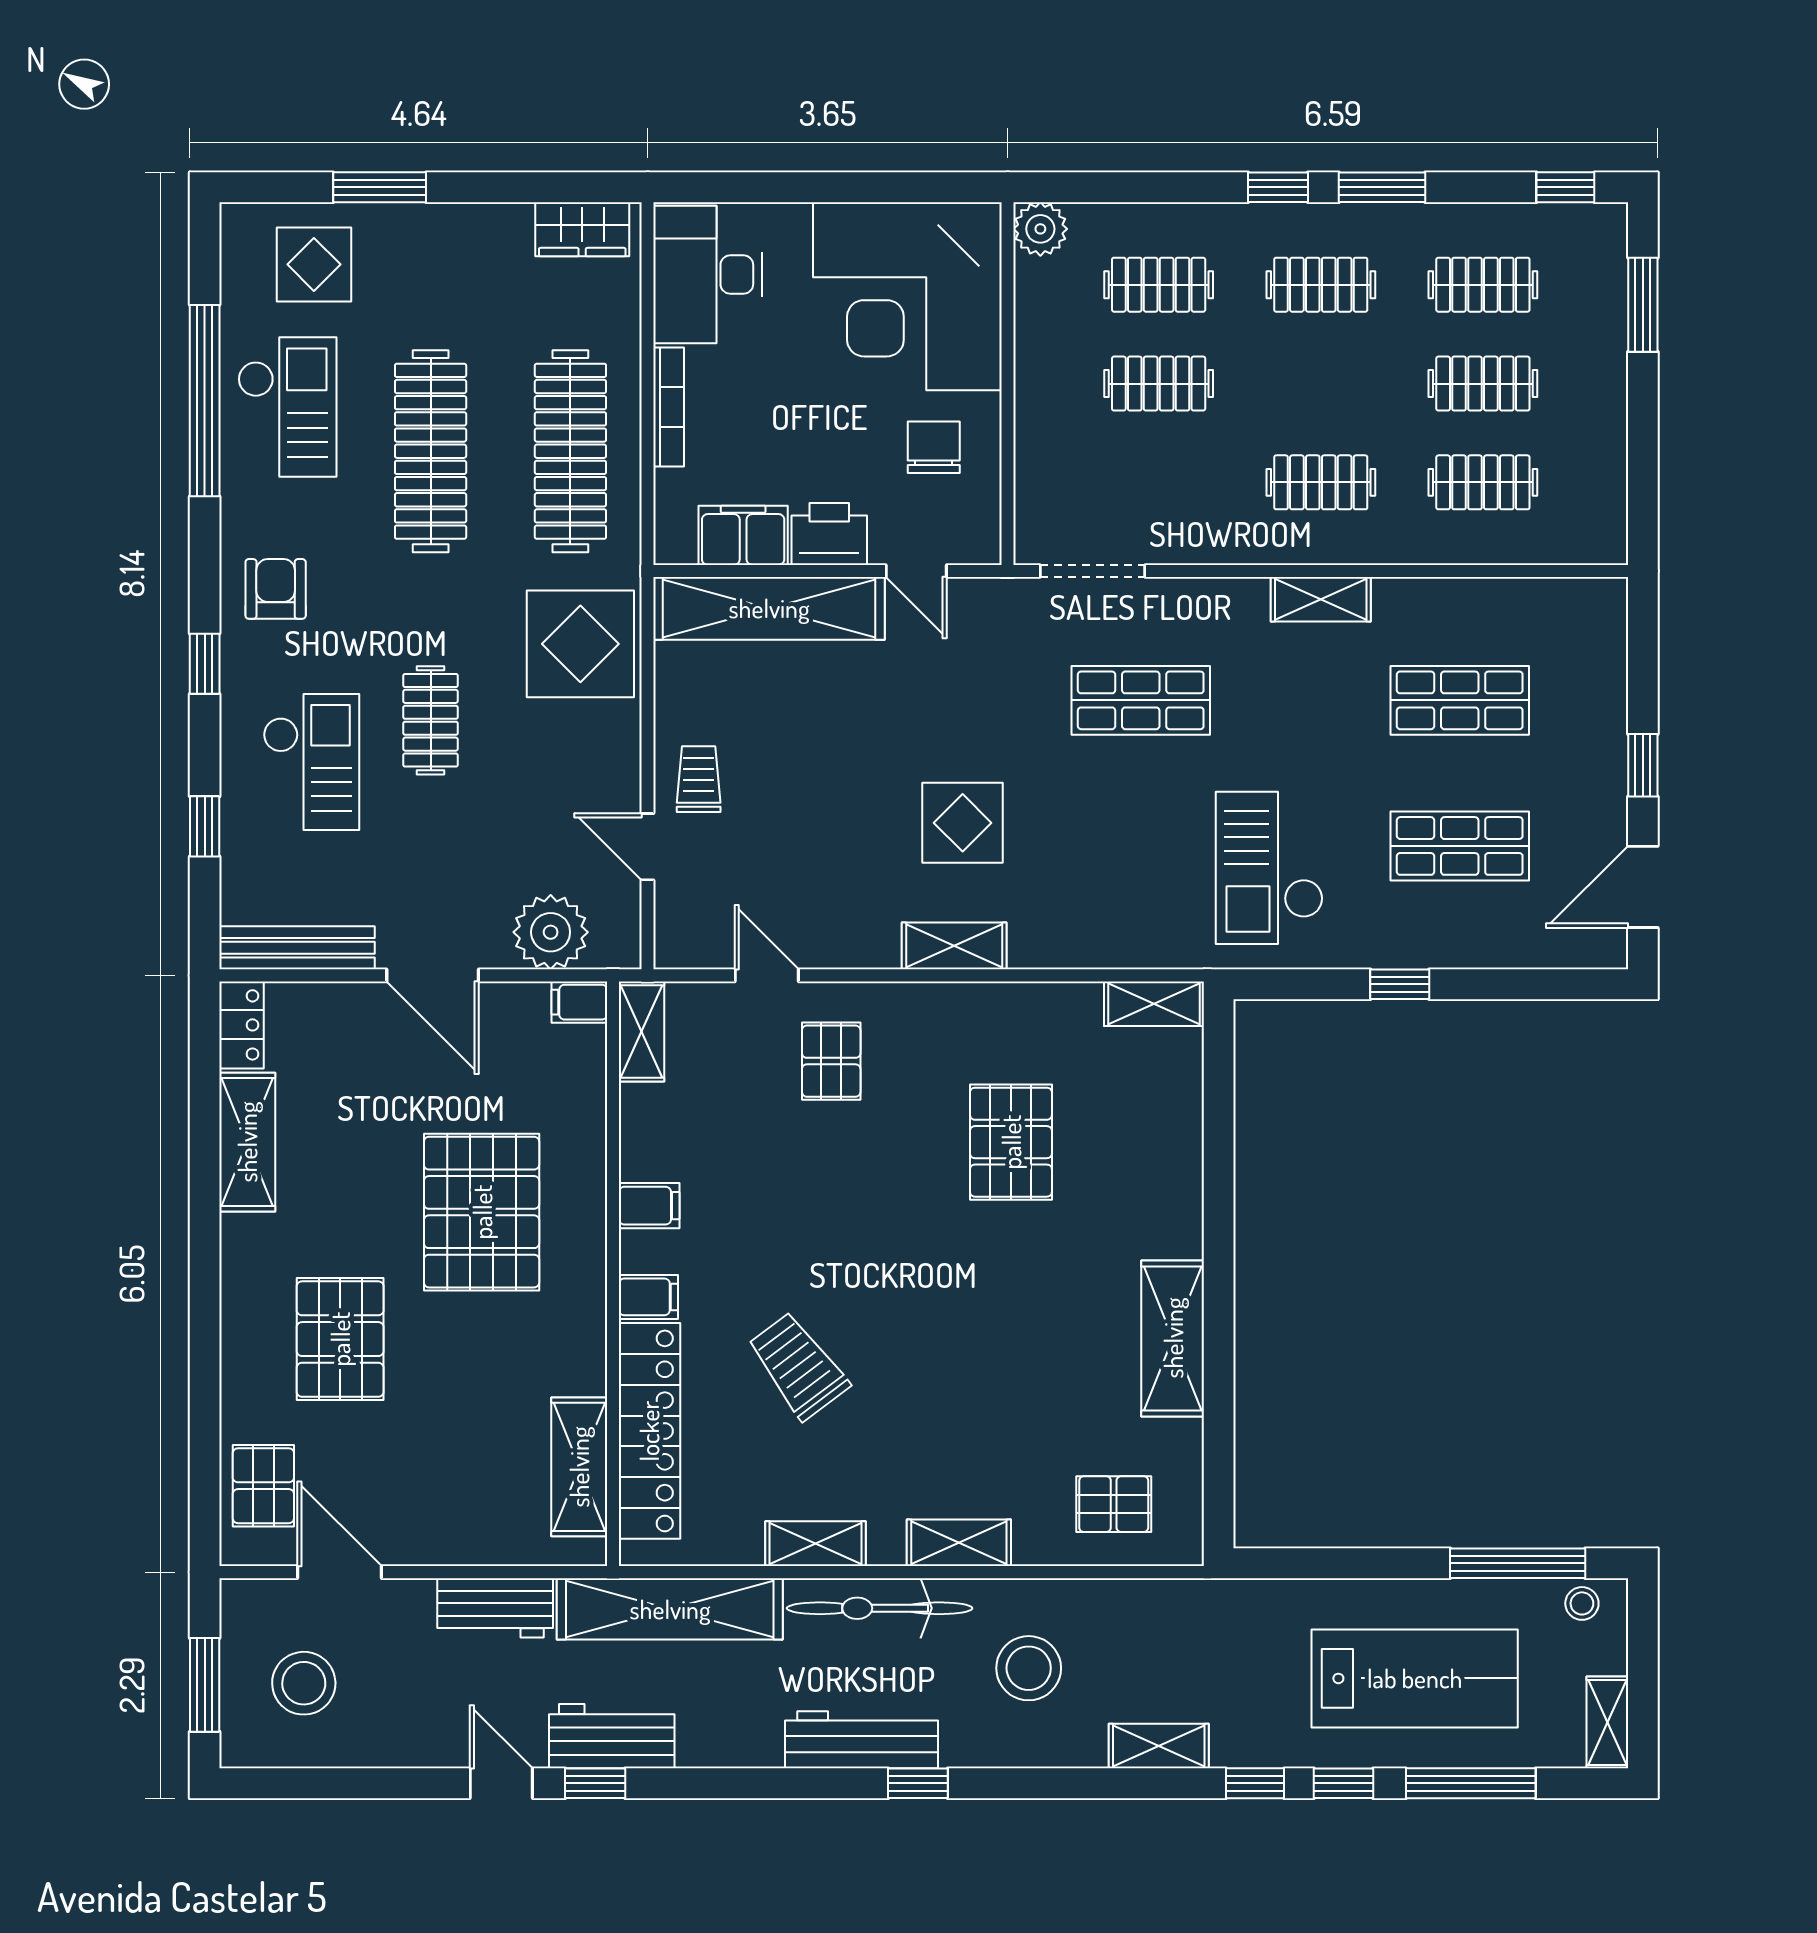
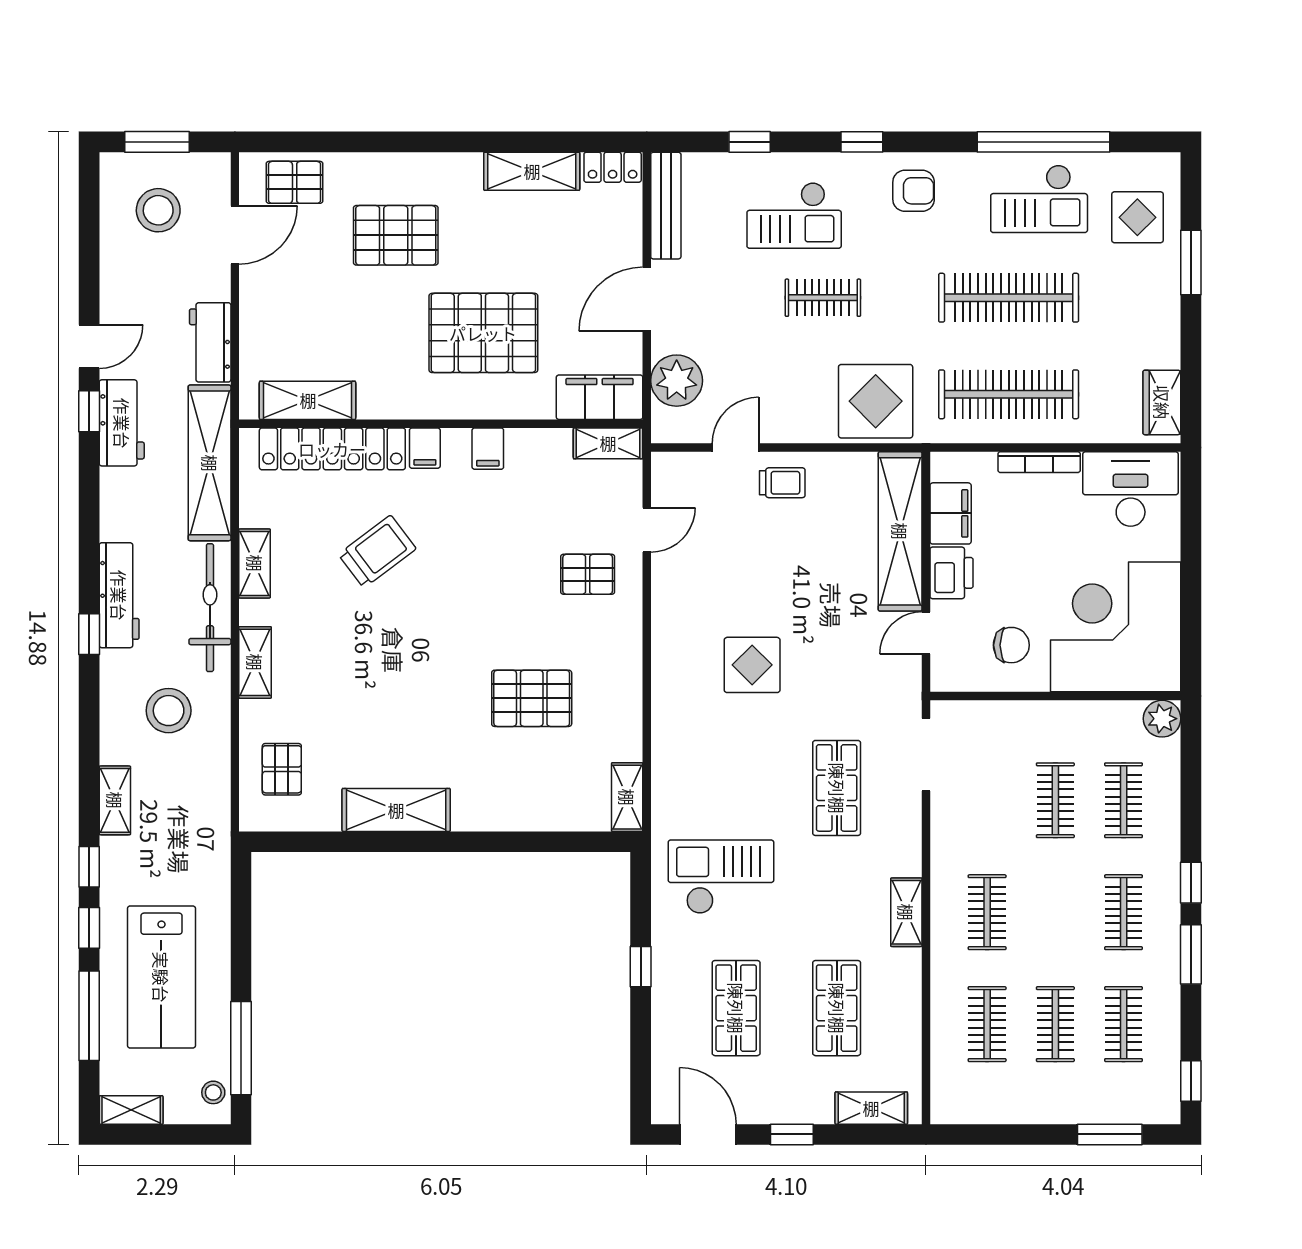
shelving: (954, 946) -> (871, 1108), moved, turned 90
filing cabinet: (579, 1002) -> (600, 397), width x3.00, depth x1.17

